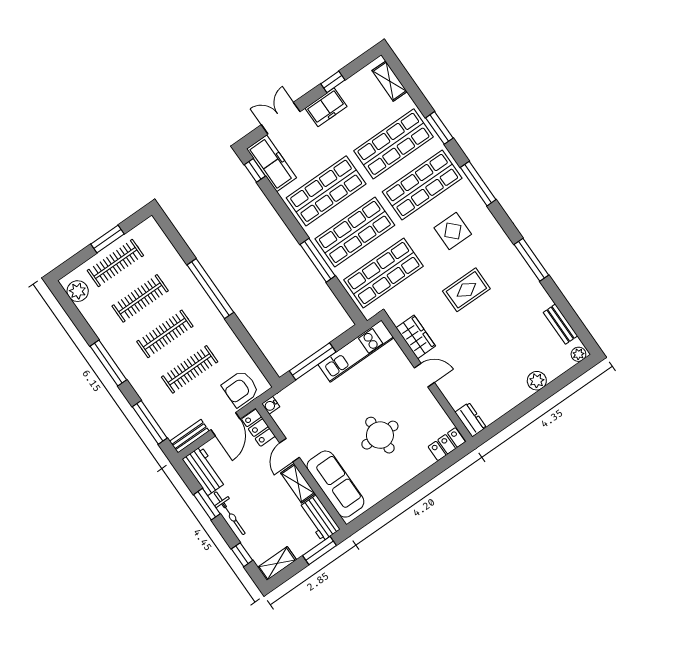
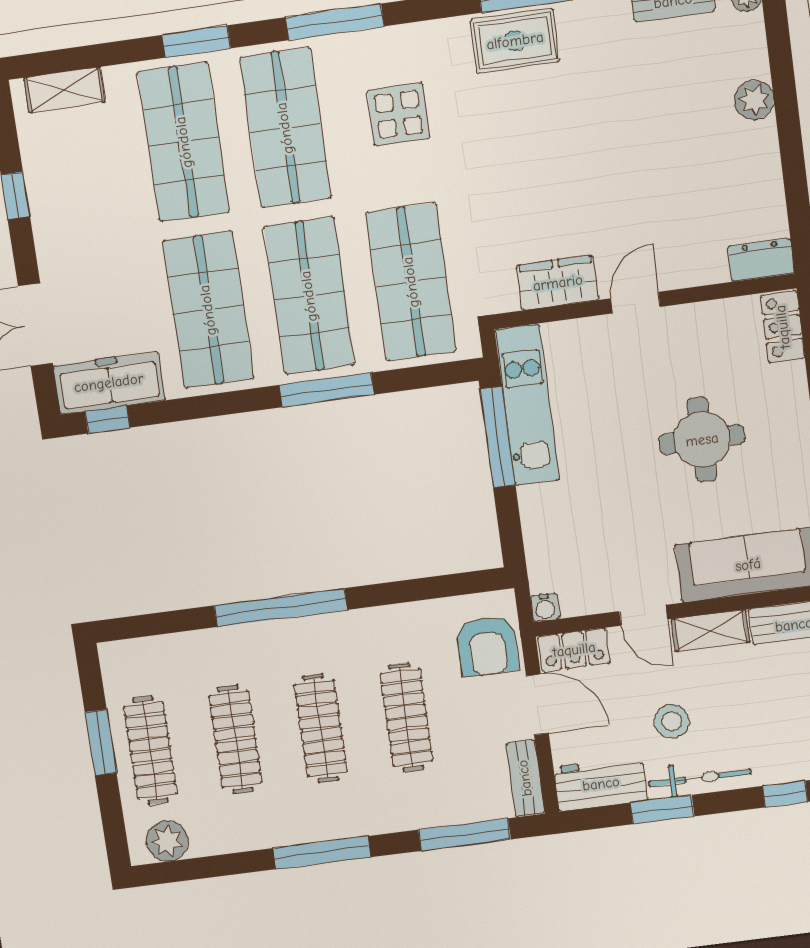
freezer: (326, 107) -> (56, 232), removed
rug: (466, 290) -> (515, 41), moved, turned 90
window: (313, 361) -> (498, 437), moved
stool: (249, 487) -> (672, 721), added

